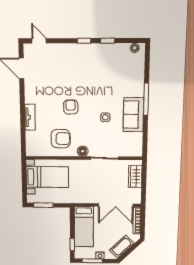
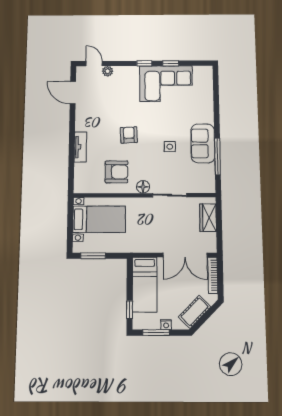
plant: (135, 48) -> (108, 71), moved
corner sofa: (103, 60) -> (166, 84), added
window: (146, 99) -> (217, 156), moved

